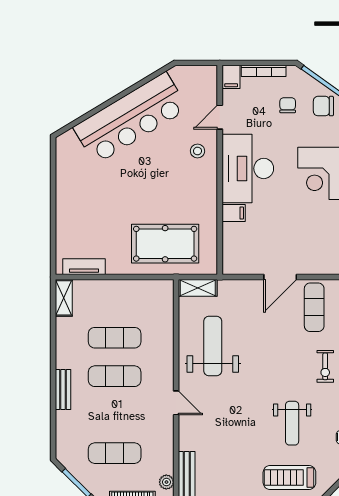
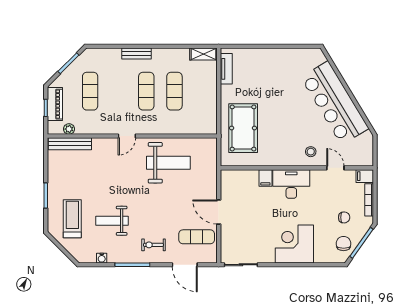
desk: (248, 168) -> (291, 184), width x0.73, depth x0.77
shelving: (198, 288) -> (211, 152), removed

